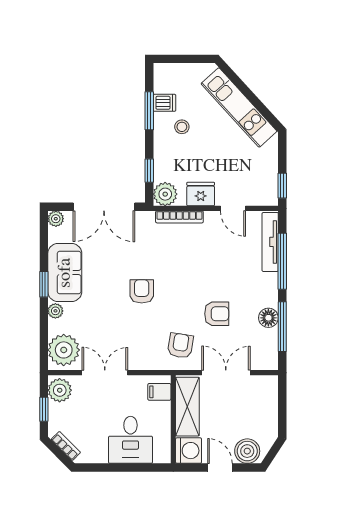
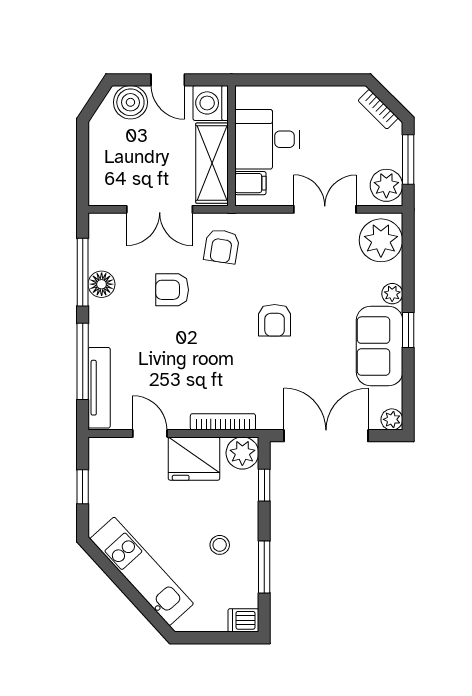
dishwasher: (165, 103) -> (243, 620), moved
window: (282, 186) -> (83, 487), moved
fridge: (201, 194) -> (194, 459), width x1.36, depth x1.34
double door: (105, 373) -> (325, 209), swing flipped
window: (44, 409) -> (408, 159), width x1.50
desk: (130, 440) -> (267, 139), moved, turned -90

